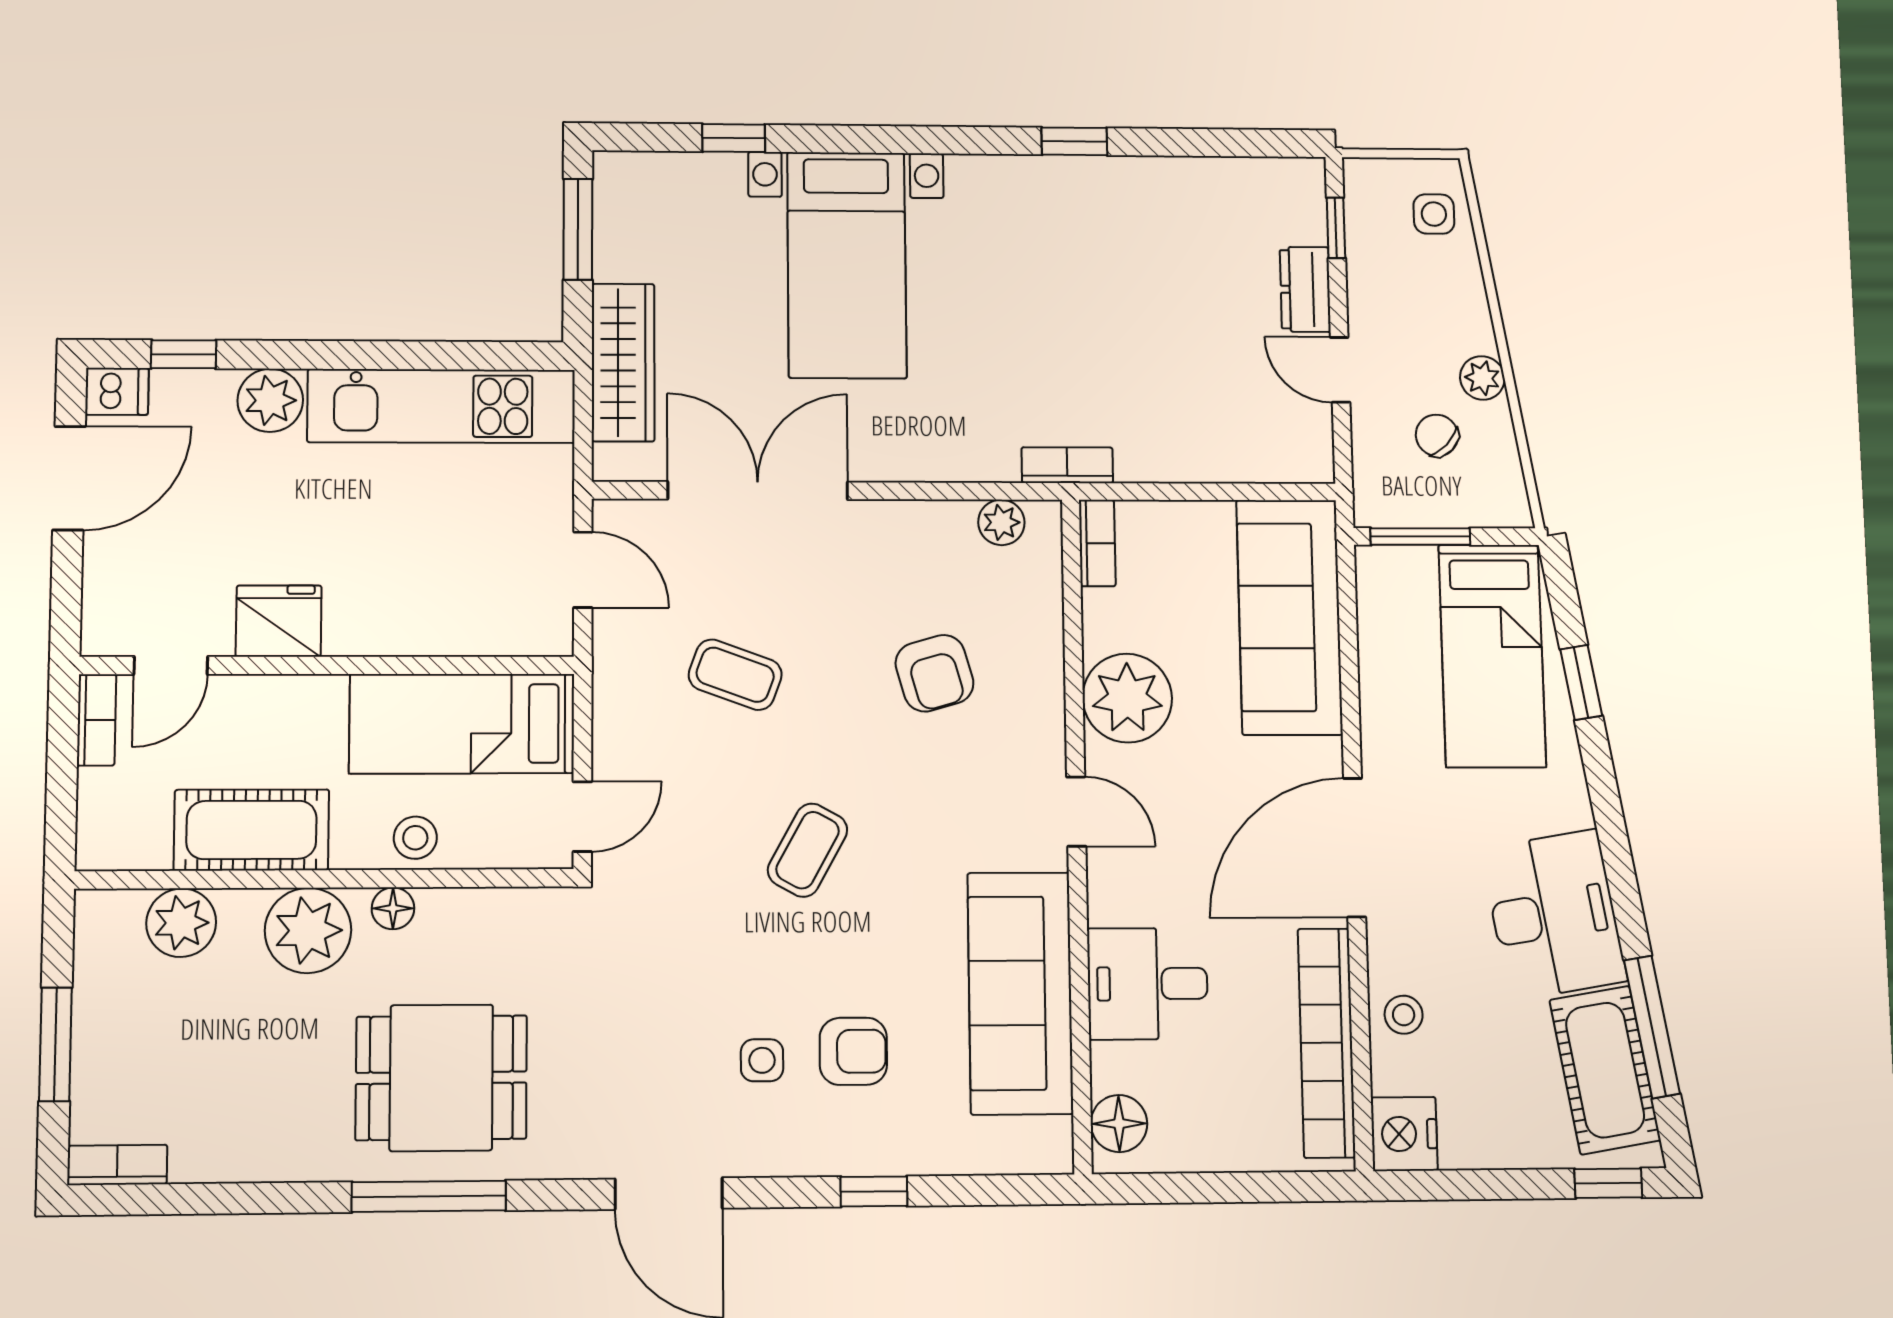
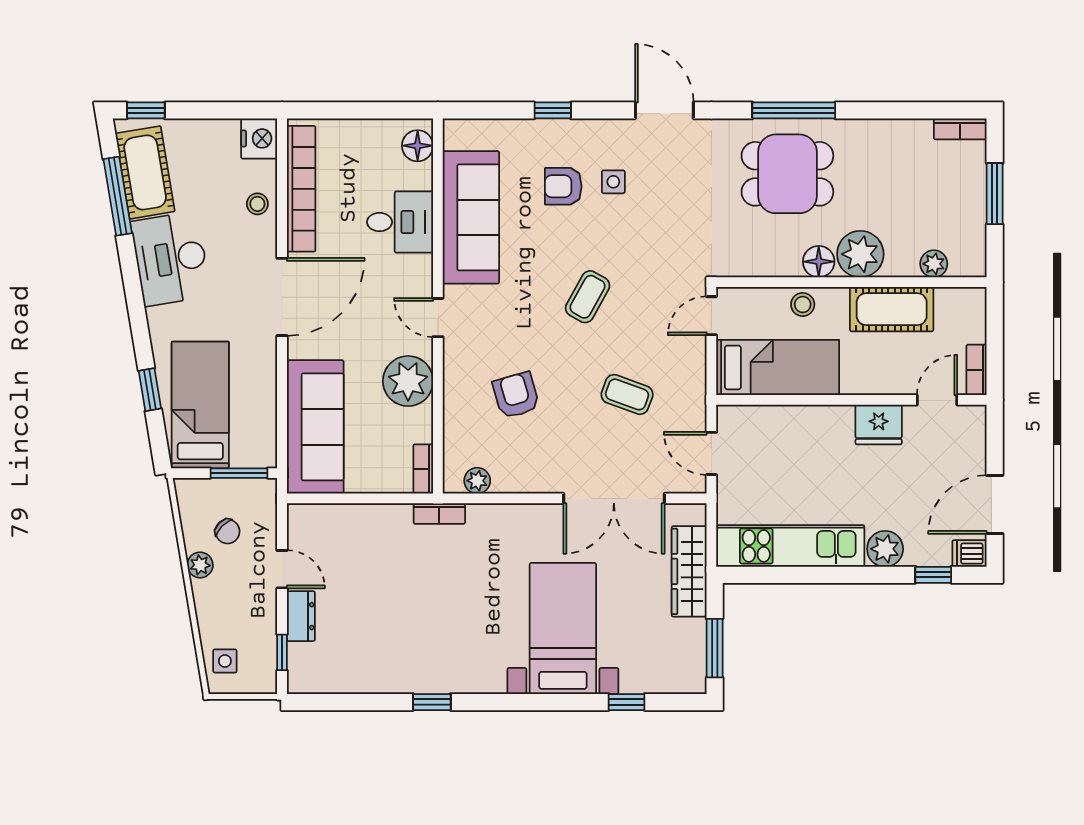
floor lamp: (393, 908) -> (819, 262), width x1.37, depth x1.37
plant: (181, 923) -> (934, 264), width x0.73, depth x0.73

